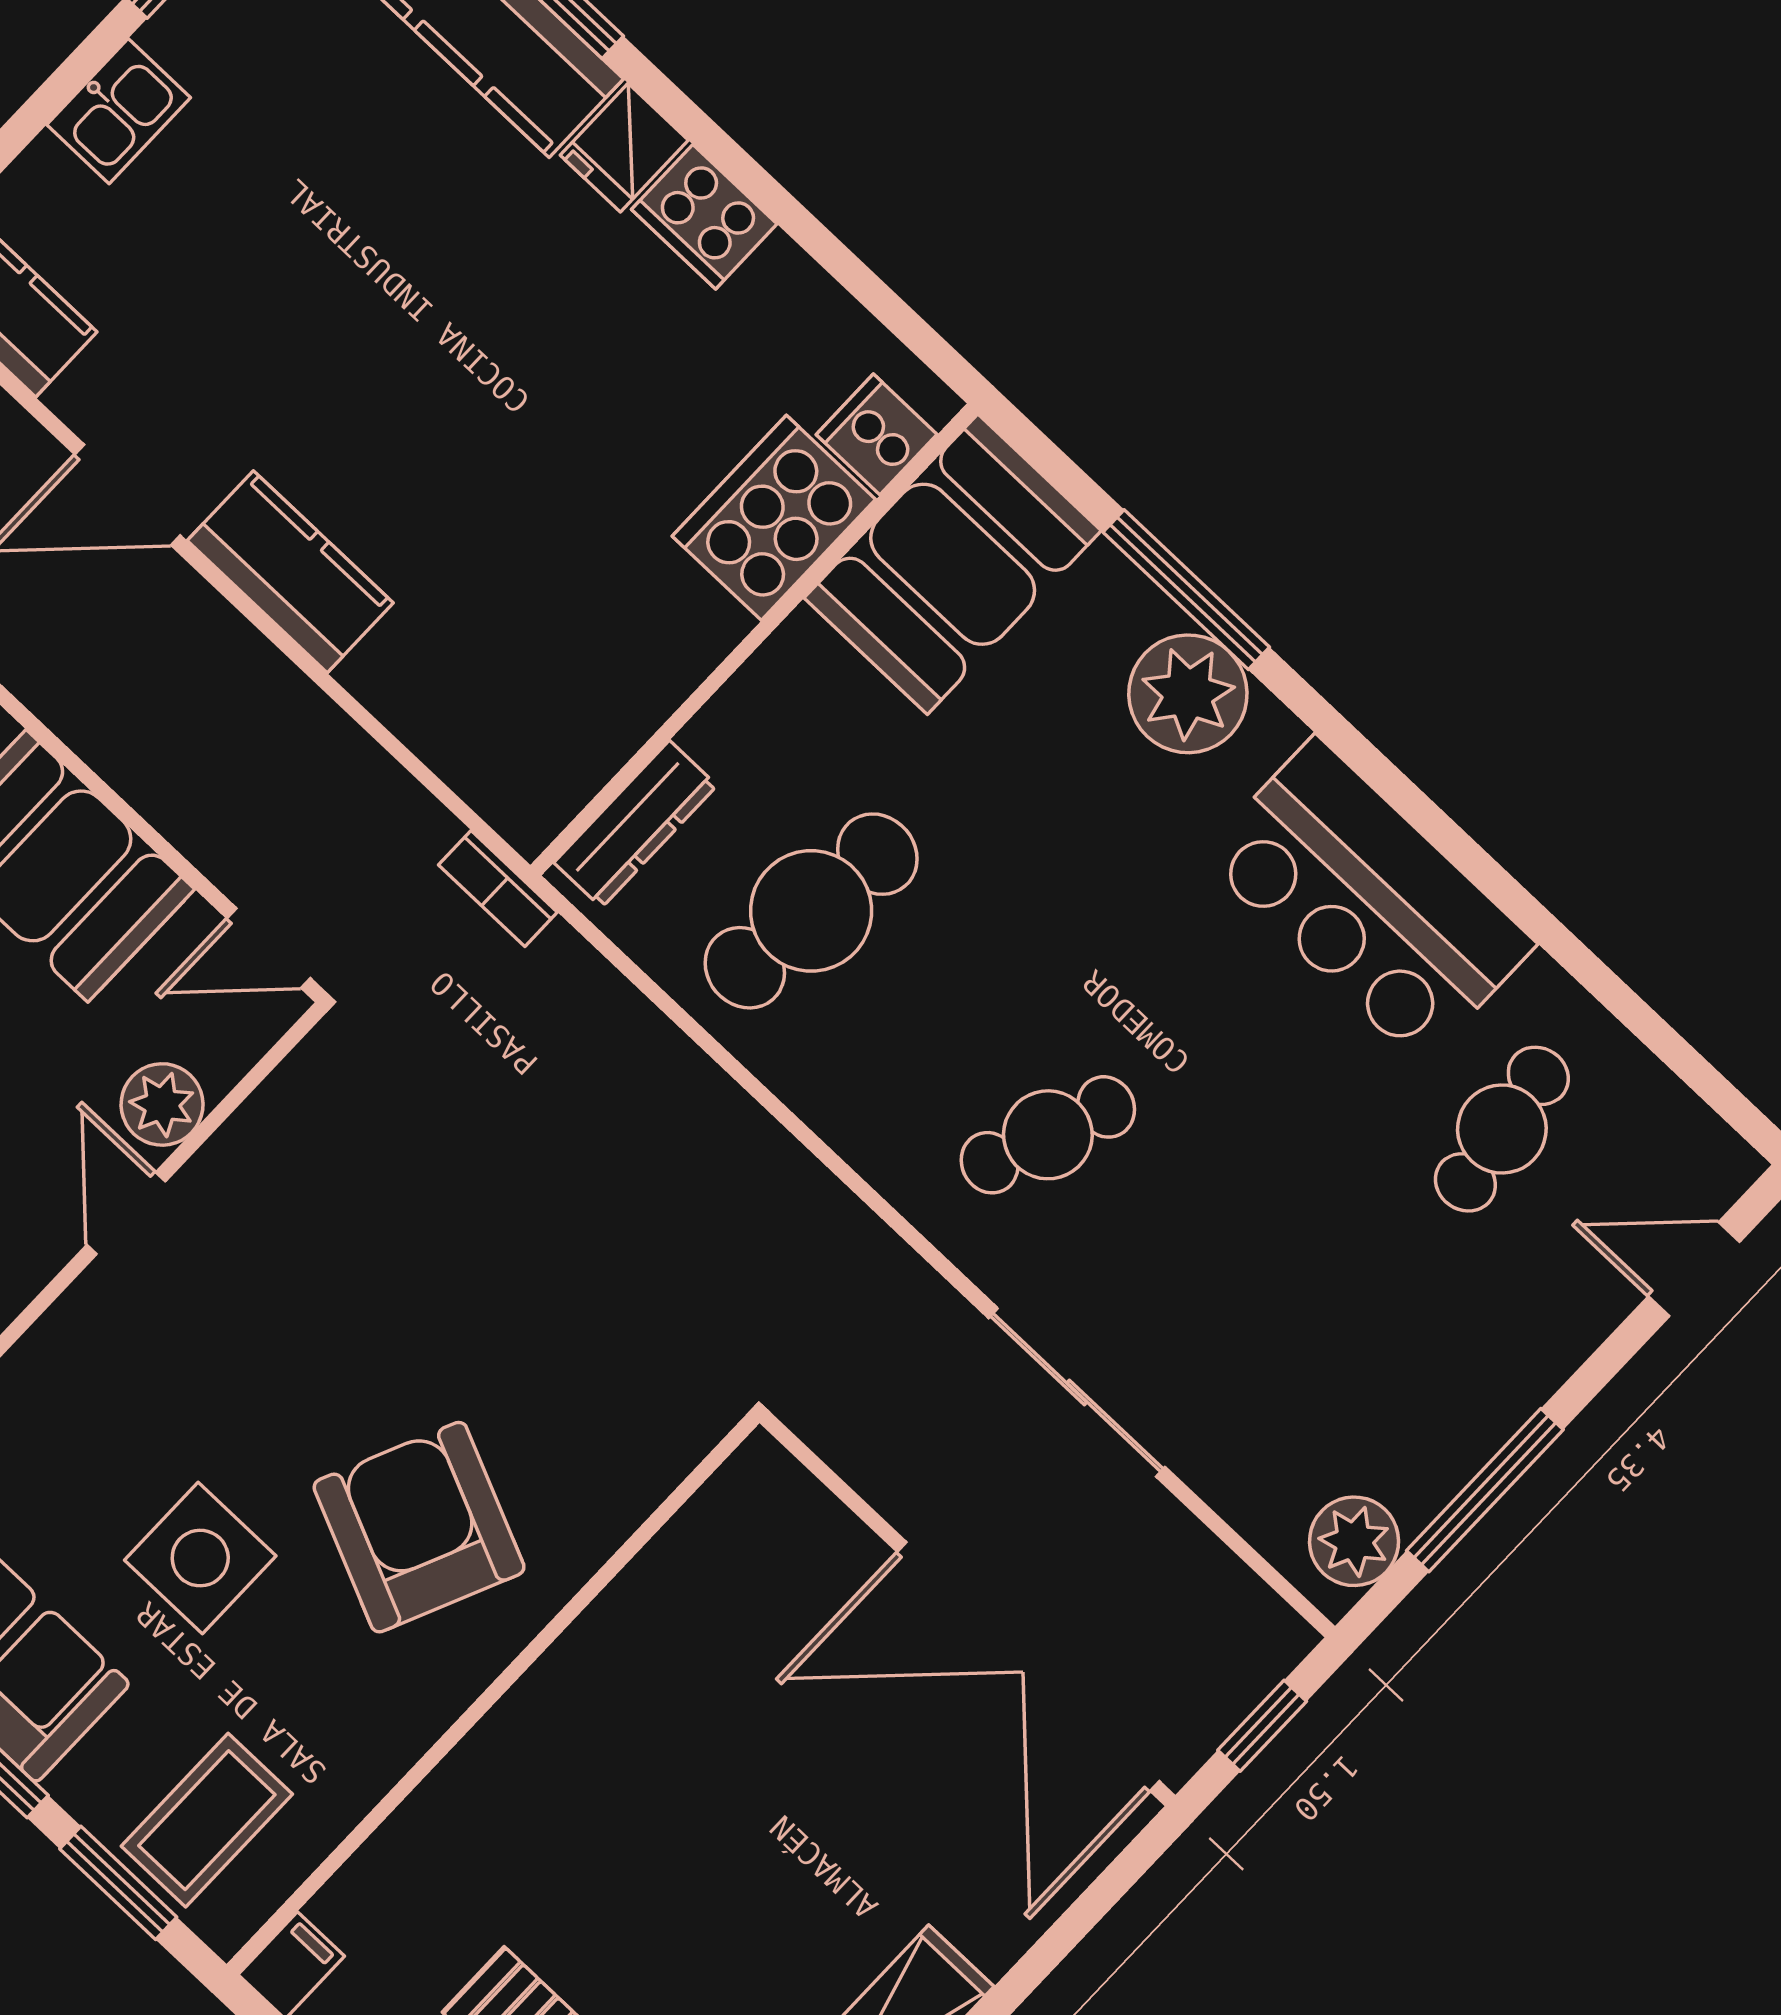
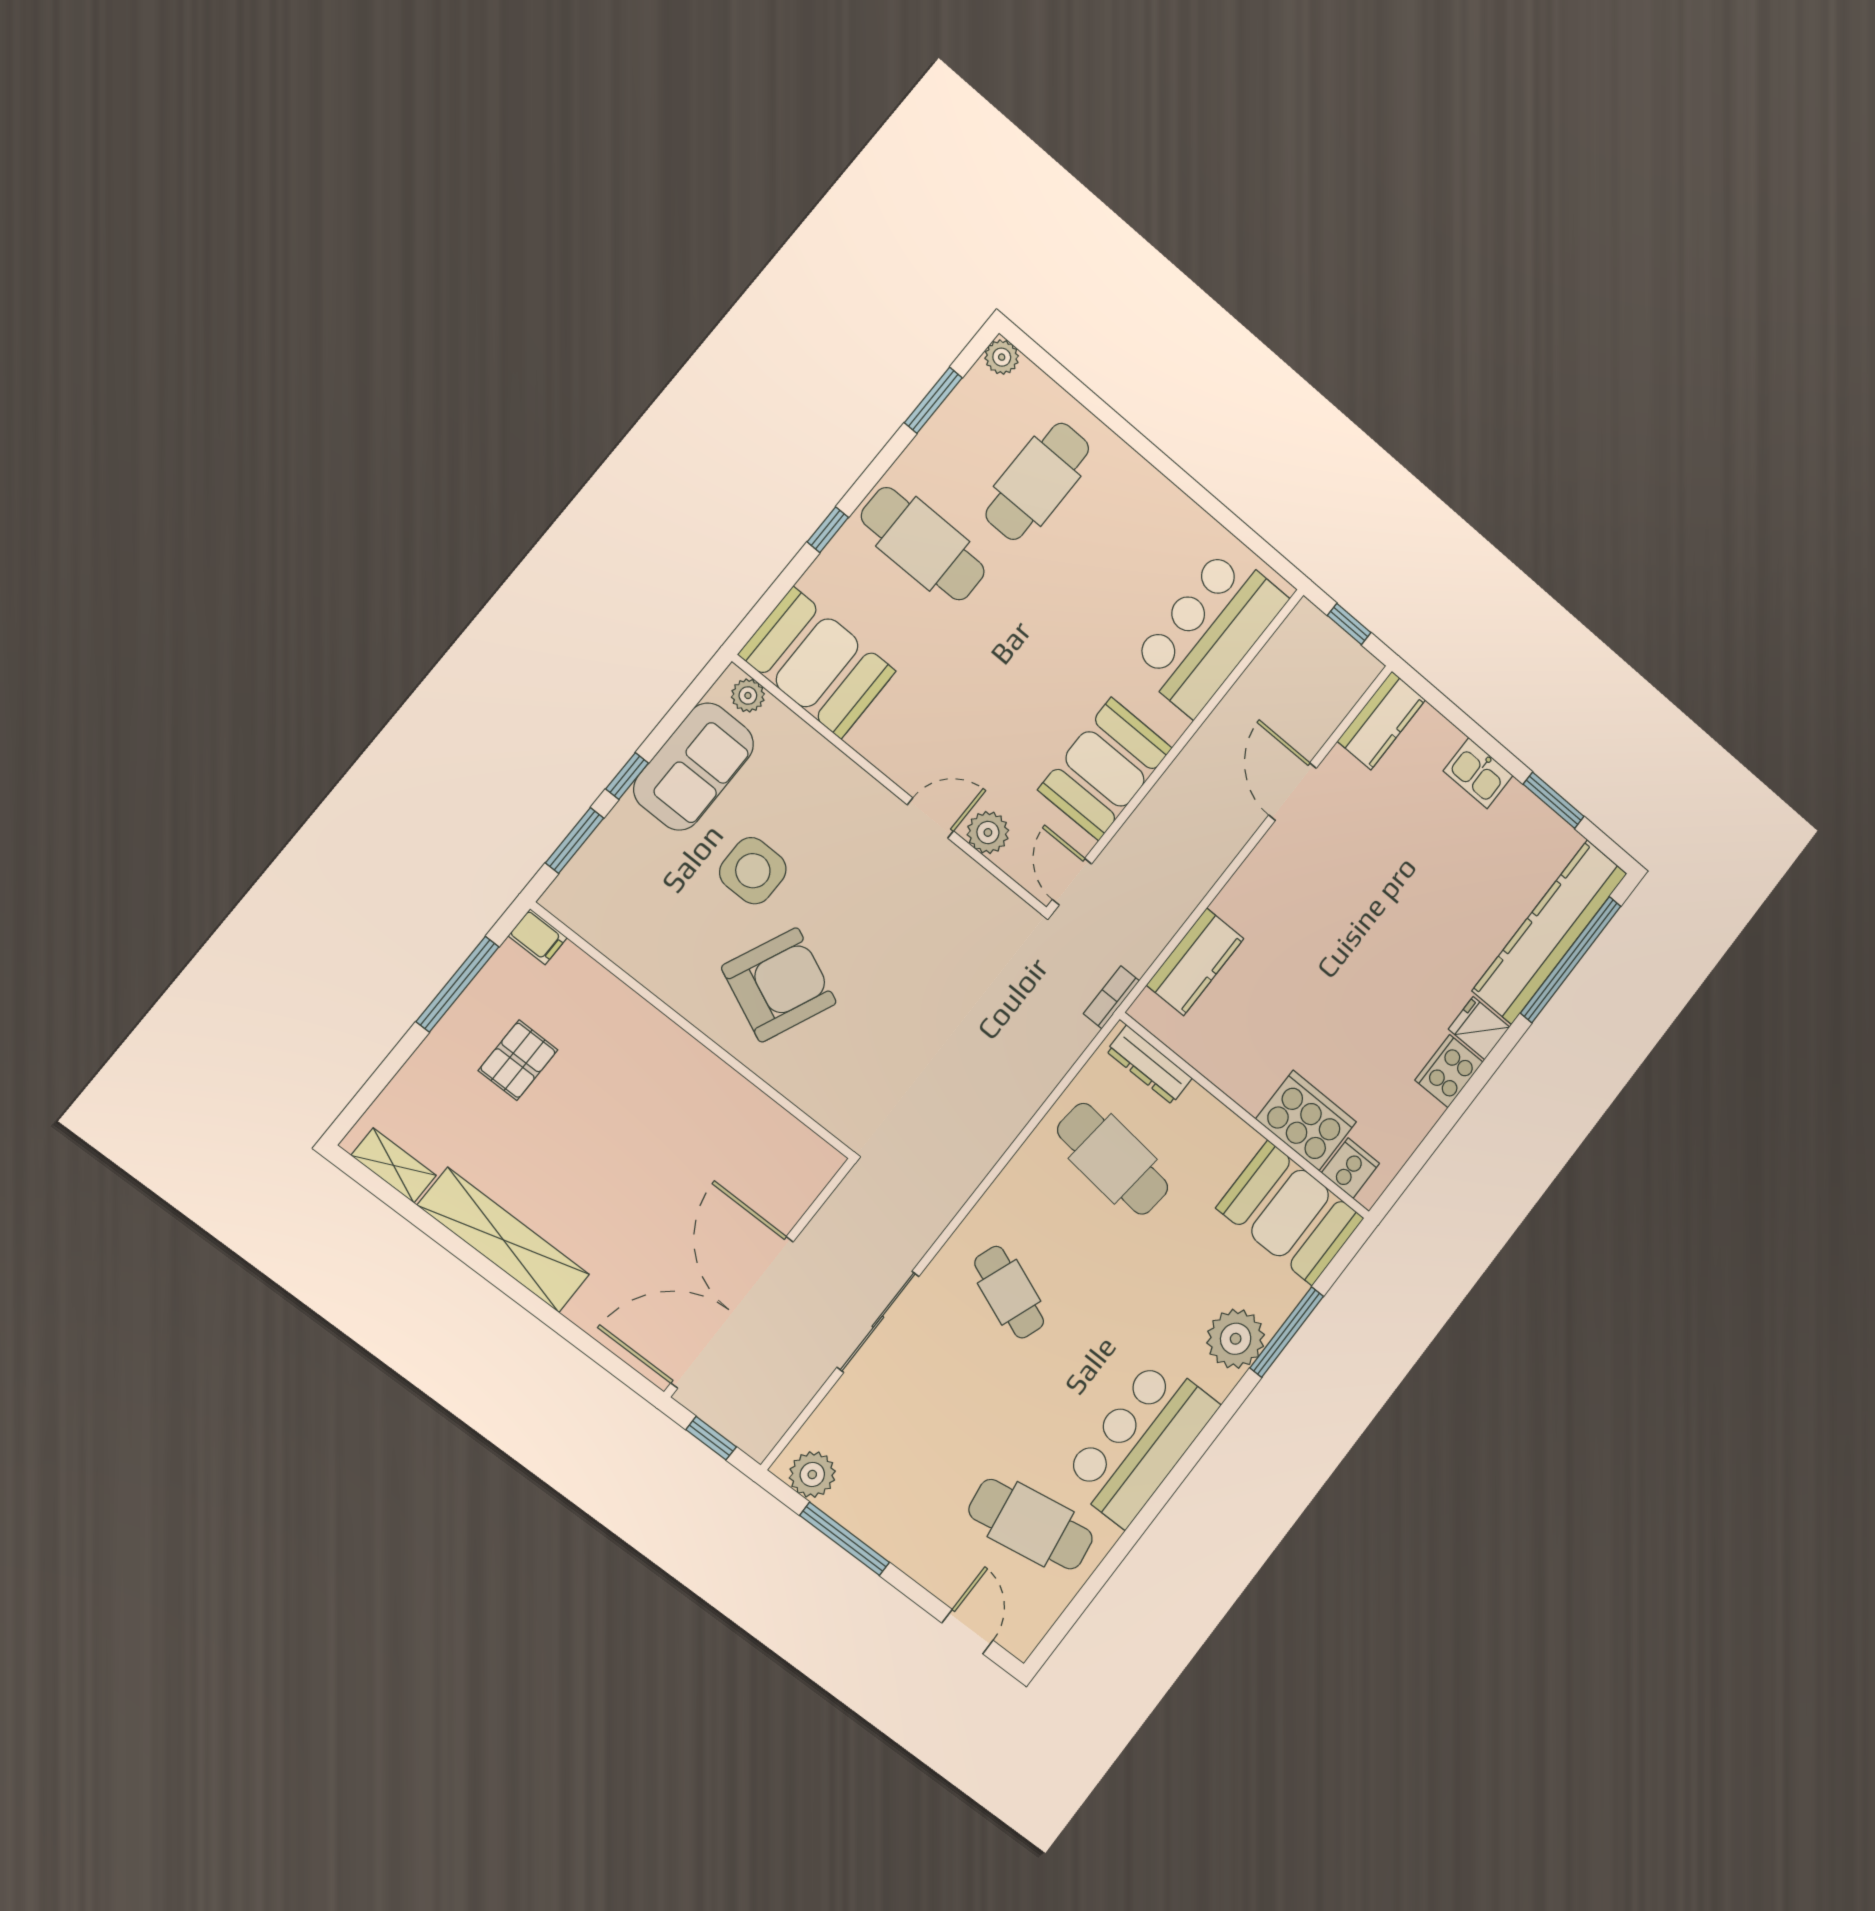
kitchen counter: (290, 572) -> (1195, 962), moved
cafe table: (1502, 1129) -> (1031, 1524), width x1.37, depth x1.35
coffee table: (207, 1820) -> (613, 885), removed

